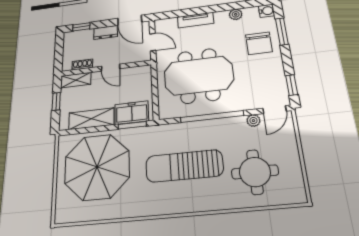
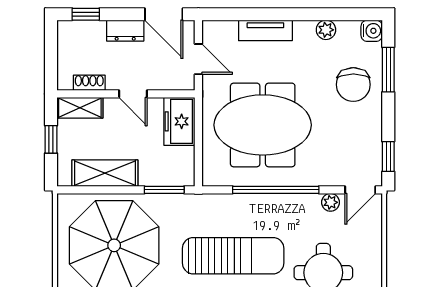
freezer: (132, 113) -> (179, 121), moved, turned -90
sun lounger: (184, 166) -> (233, 256), turned 180

